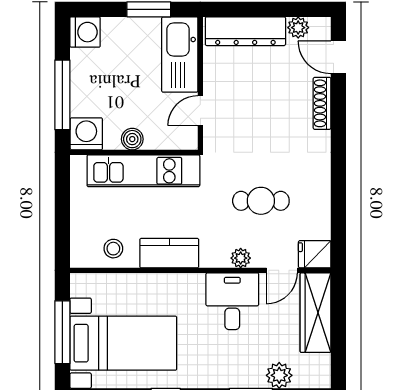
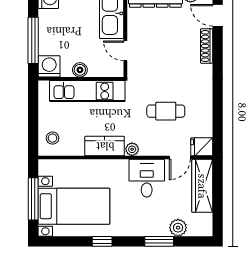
door: (200, 111) -> (125, 51), hinge flipped
stool: (113, 249) -> (52, 138), moved
plant: (241, 258) -> (132, 149), moved

